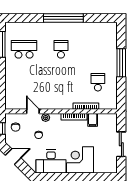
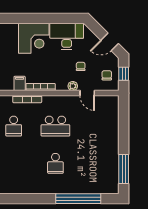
window: (63, 18) -> (78, 199), moved
school desk: (24, 49) -> (55, 126), moved

